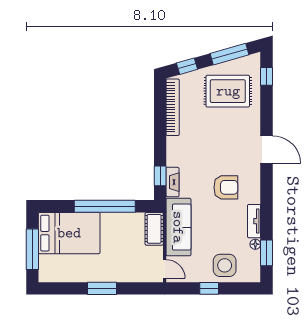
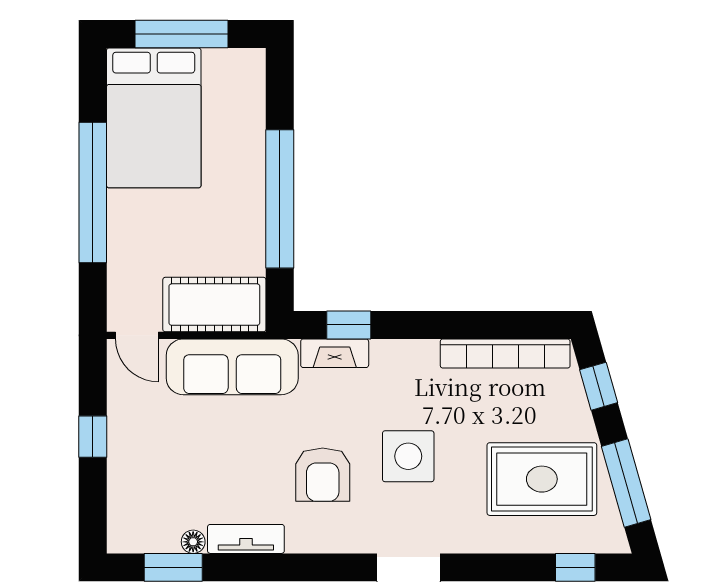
rug: (228, 91) -> (542, 479), turned 90
cot: (154, 229) -> (214, 305), width x1.37, depth x1.34
bed: (69, 233) -> (154, 118), moved
side table: (225, 265) -> (408, 456), moved
door: (165, 269) -> (137, 335), hinge flipped
window: (102, 288) -> (93, 193), width x2.11

